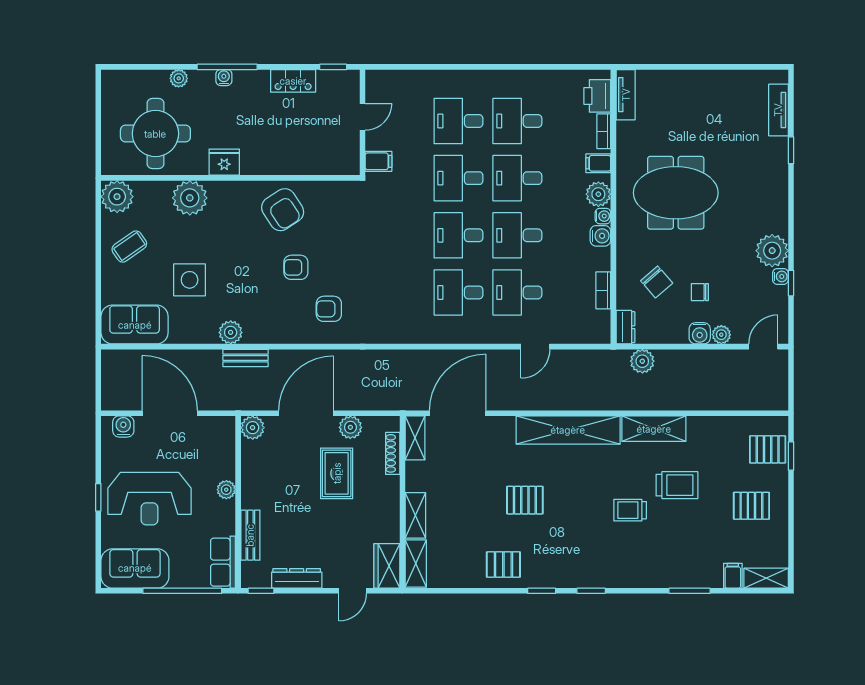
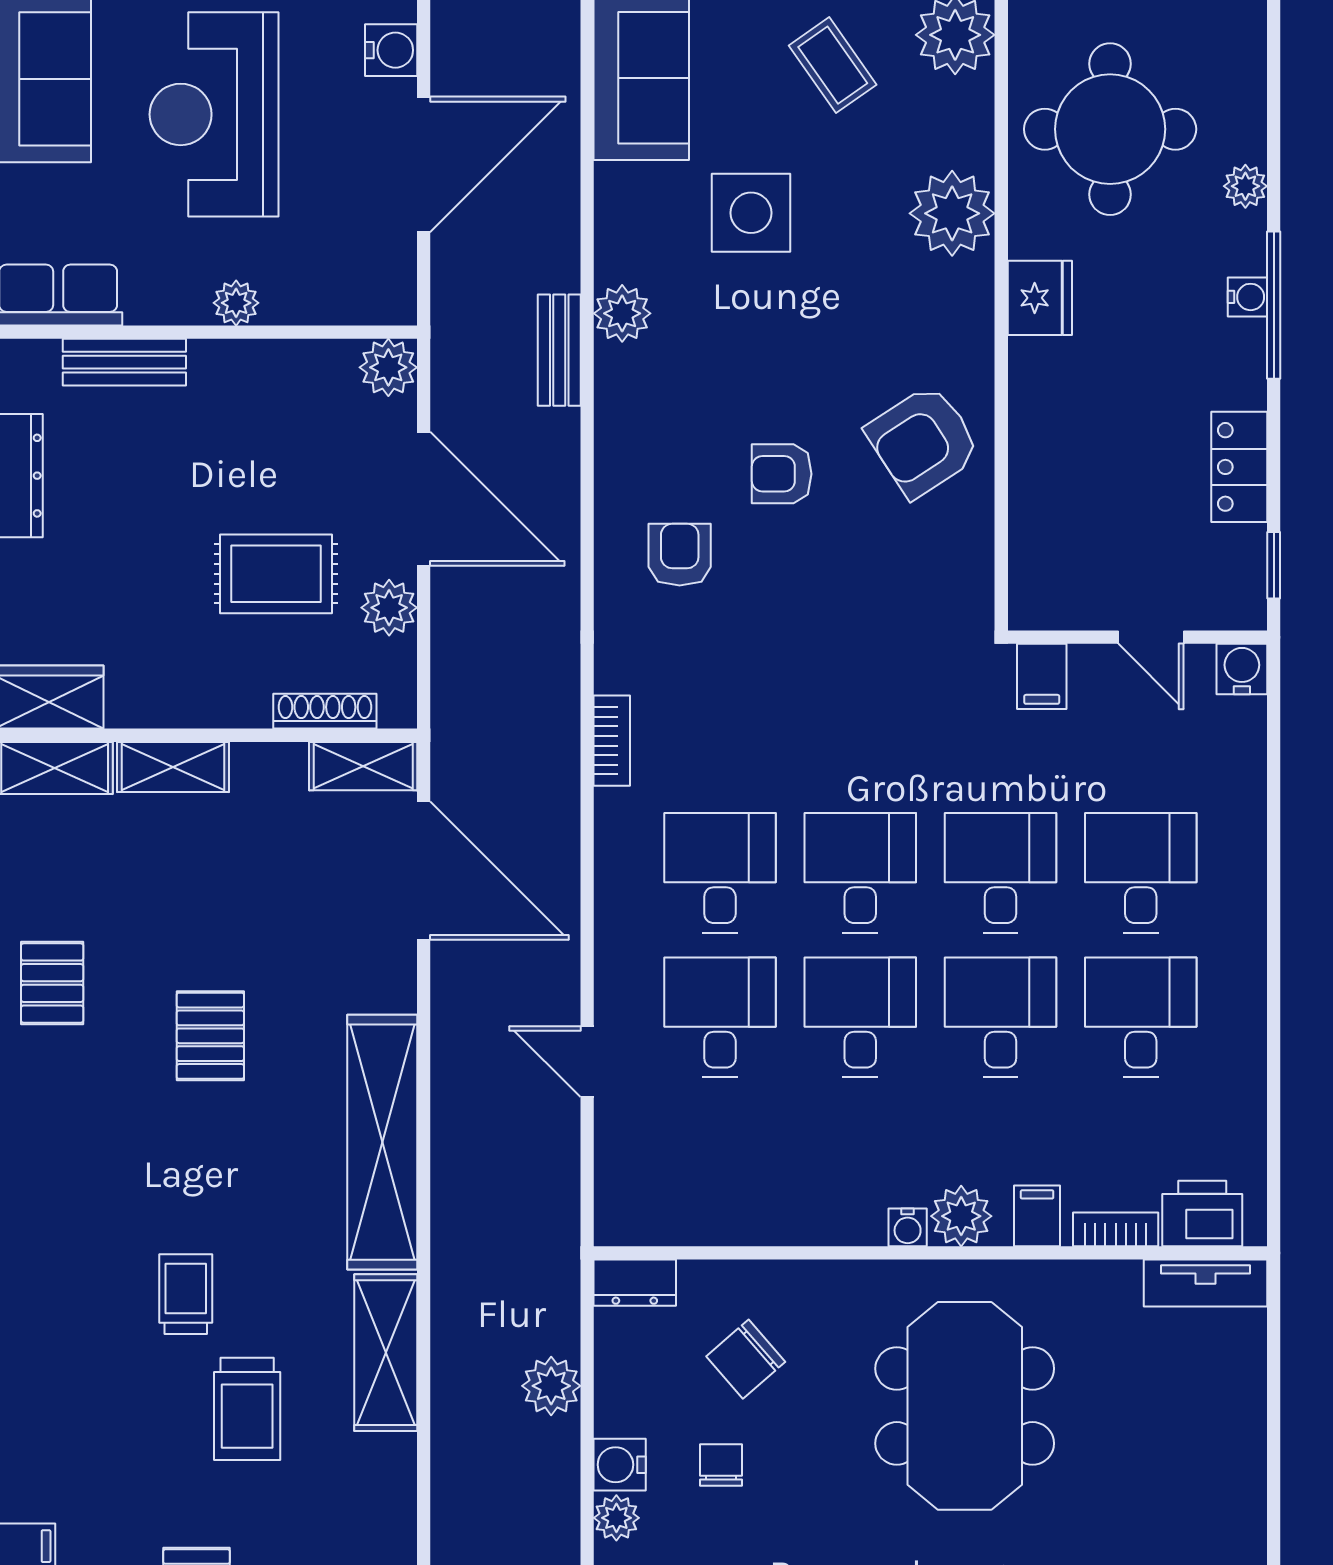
water cooler: (600, 236) -> (1242, 669), moved, turned 180
armchair: (296, 267) -> (782, 474), turned -90
bookcase: (603, 290) -> (612, 741), moved, turned 90
plant: (642, 361) -> (551, 1386), moved

